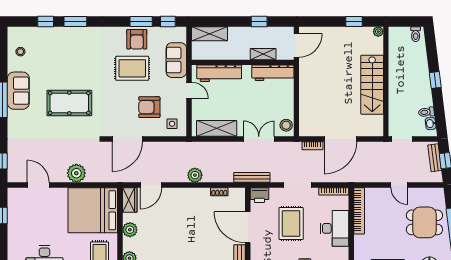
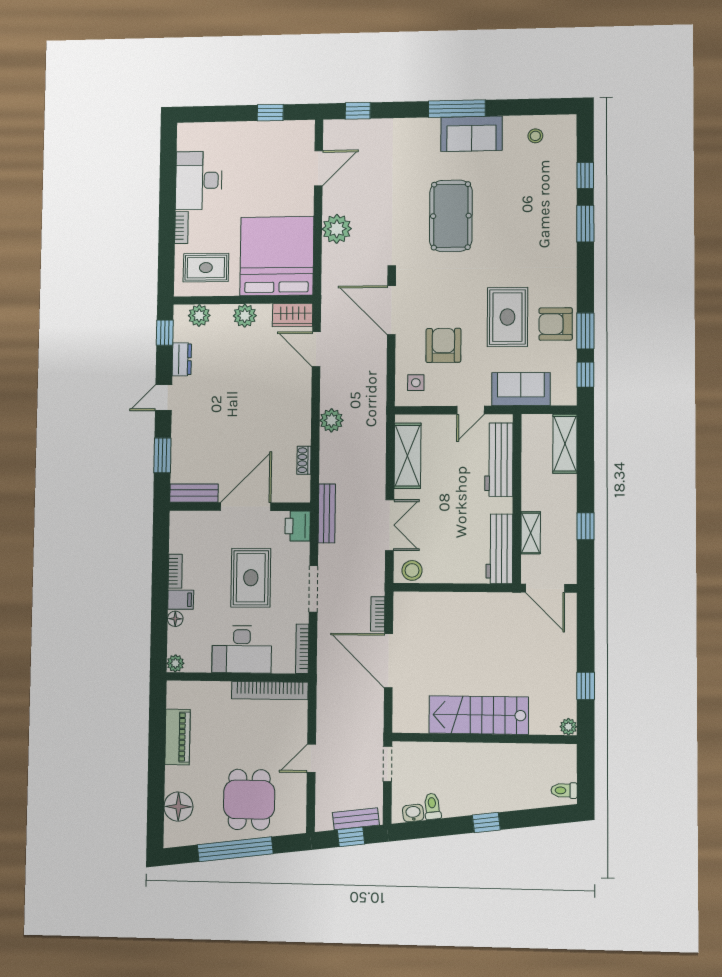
rug: (291, 223) -> (251, 578), turned 90

